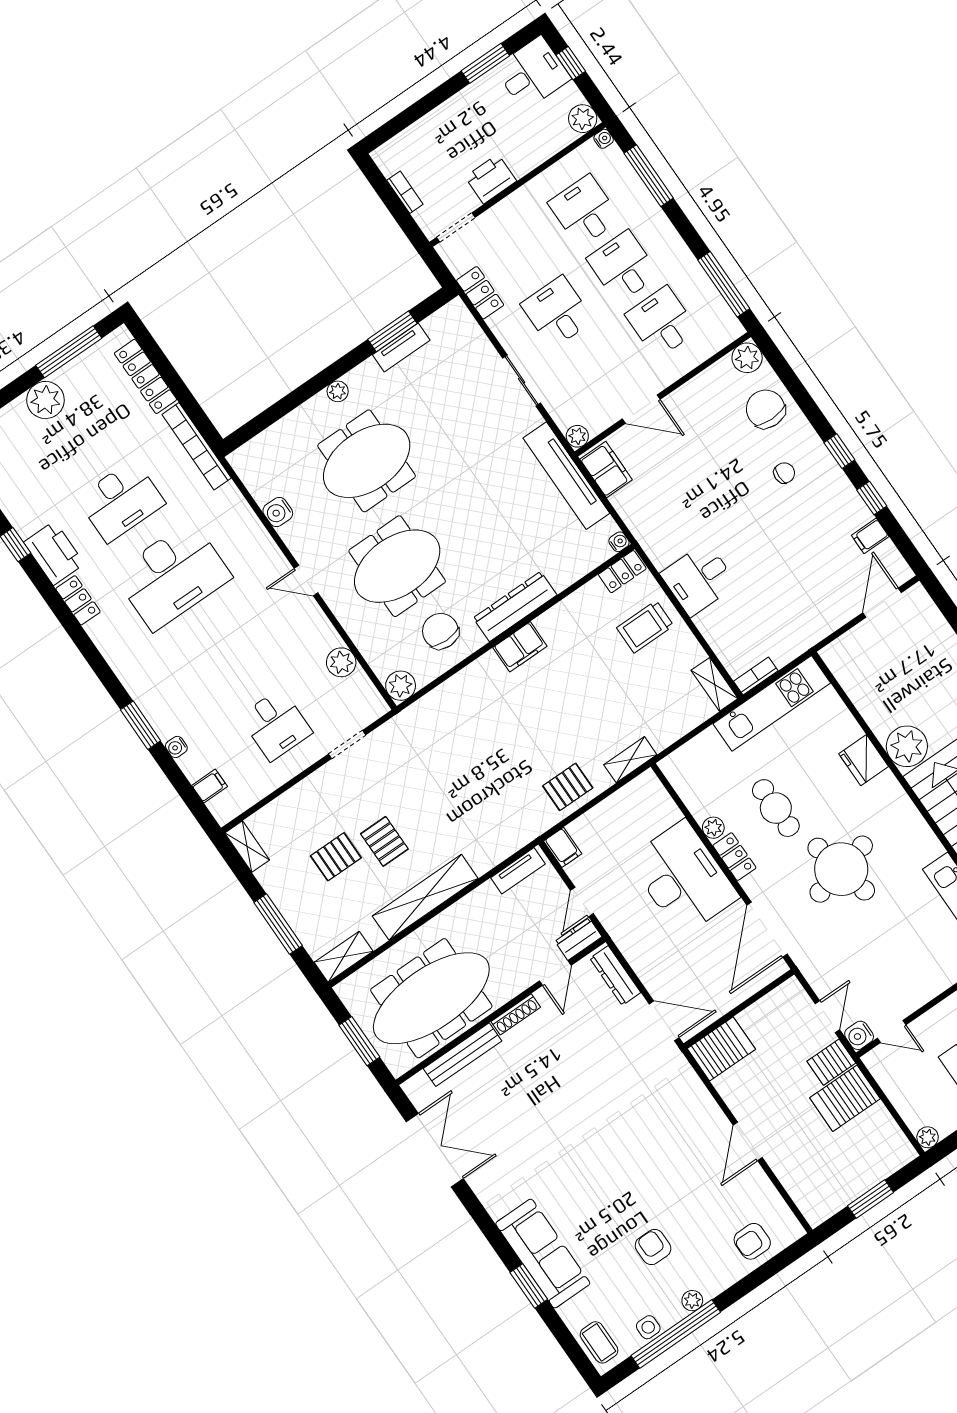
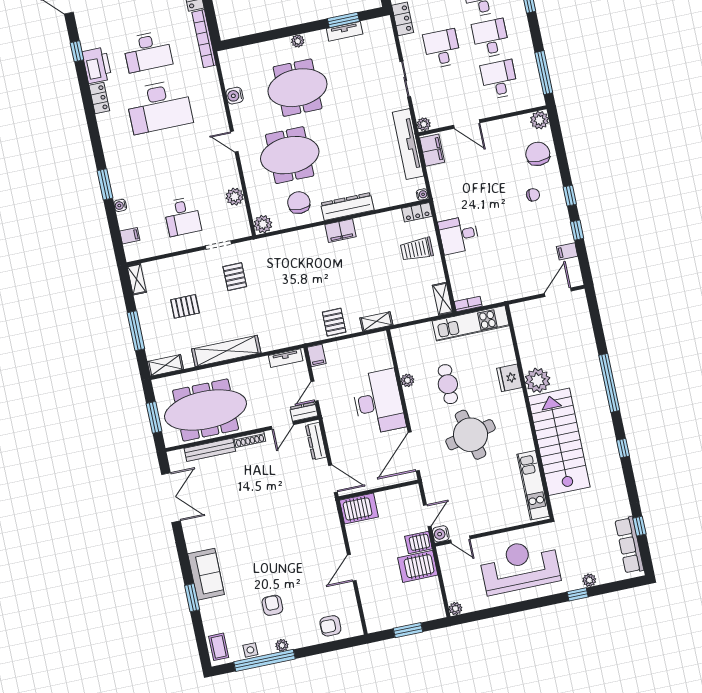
pallet: (568, 787) -> (334, 322), turned 90
pallet: (384, 841) -> (235, 277), moved
locker: (734, 857) -> (413, 402), removed
sofa: (543, 1254) -> (206, 574), width x0.73

